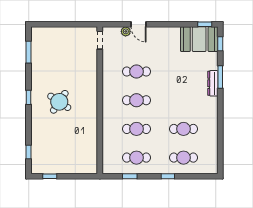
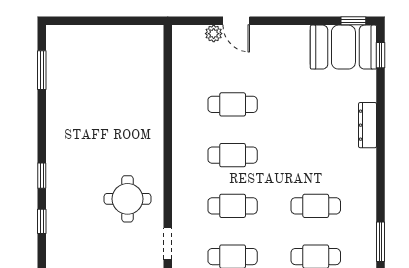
doorway: (100, 40) -> (168, 244), moved
window: (220, 77) -> (381, 242), moved
window: (29, 97) -> (42, 176), moved
round table: (59, 102) -> (128, 199), moved, turned -34
window: (29, 152) -> (42, 221), moved

